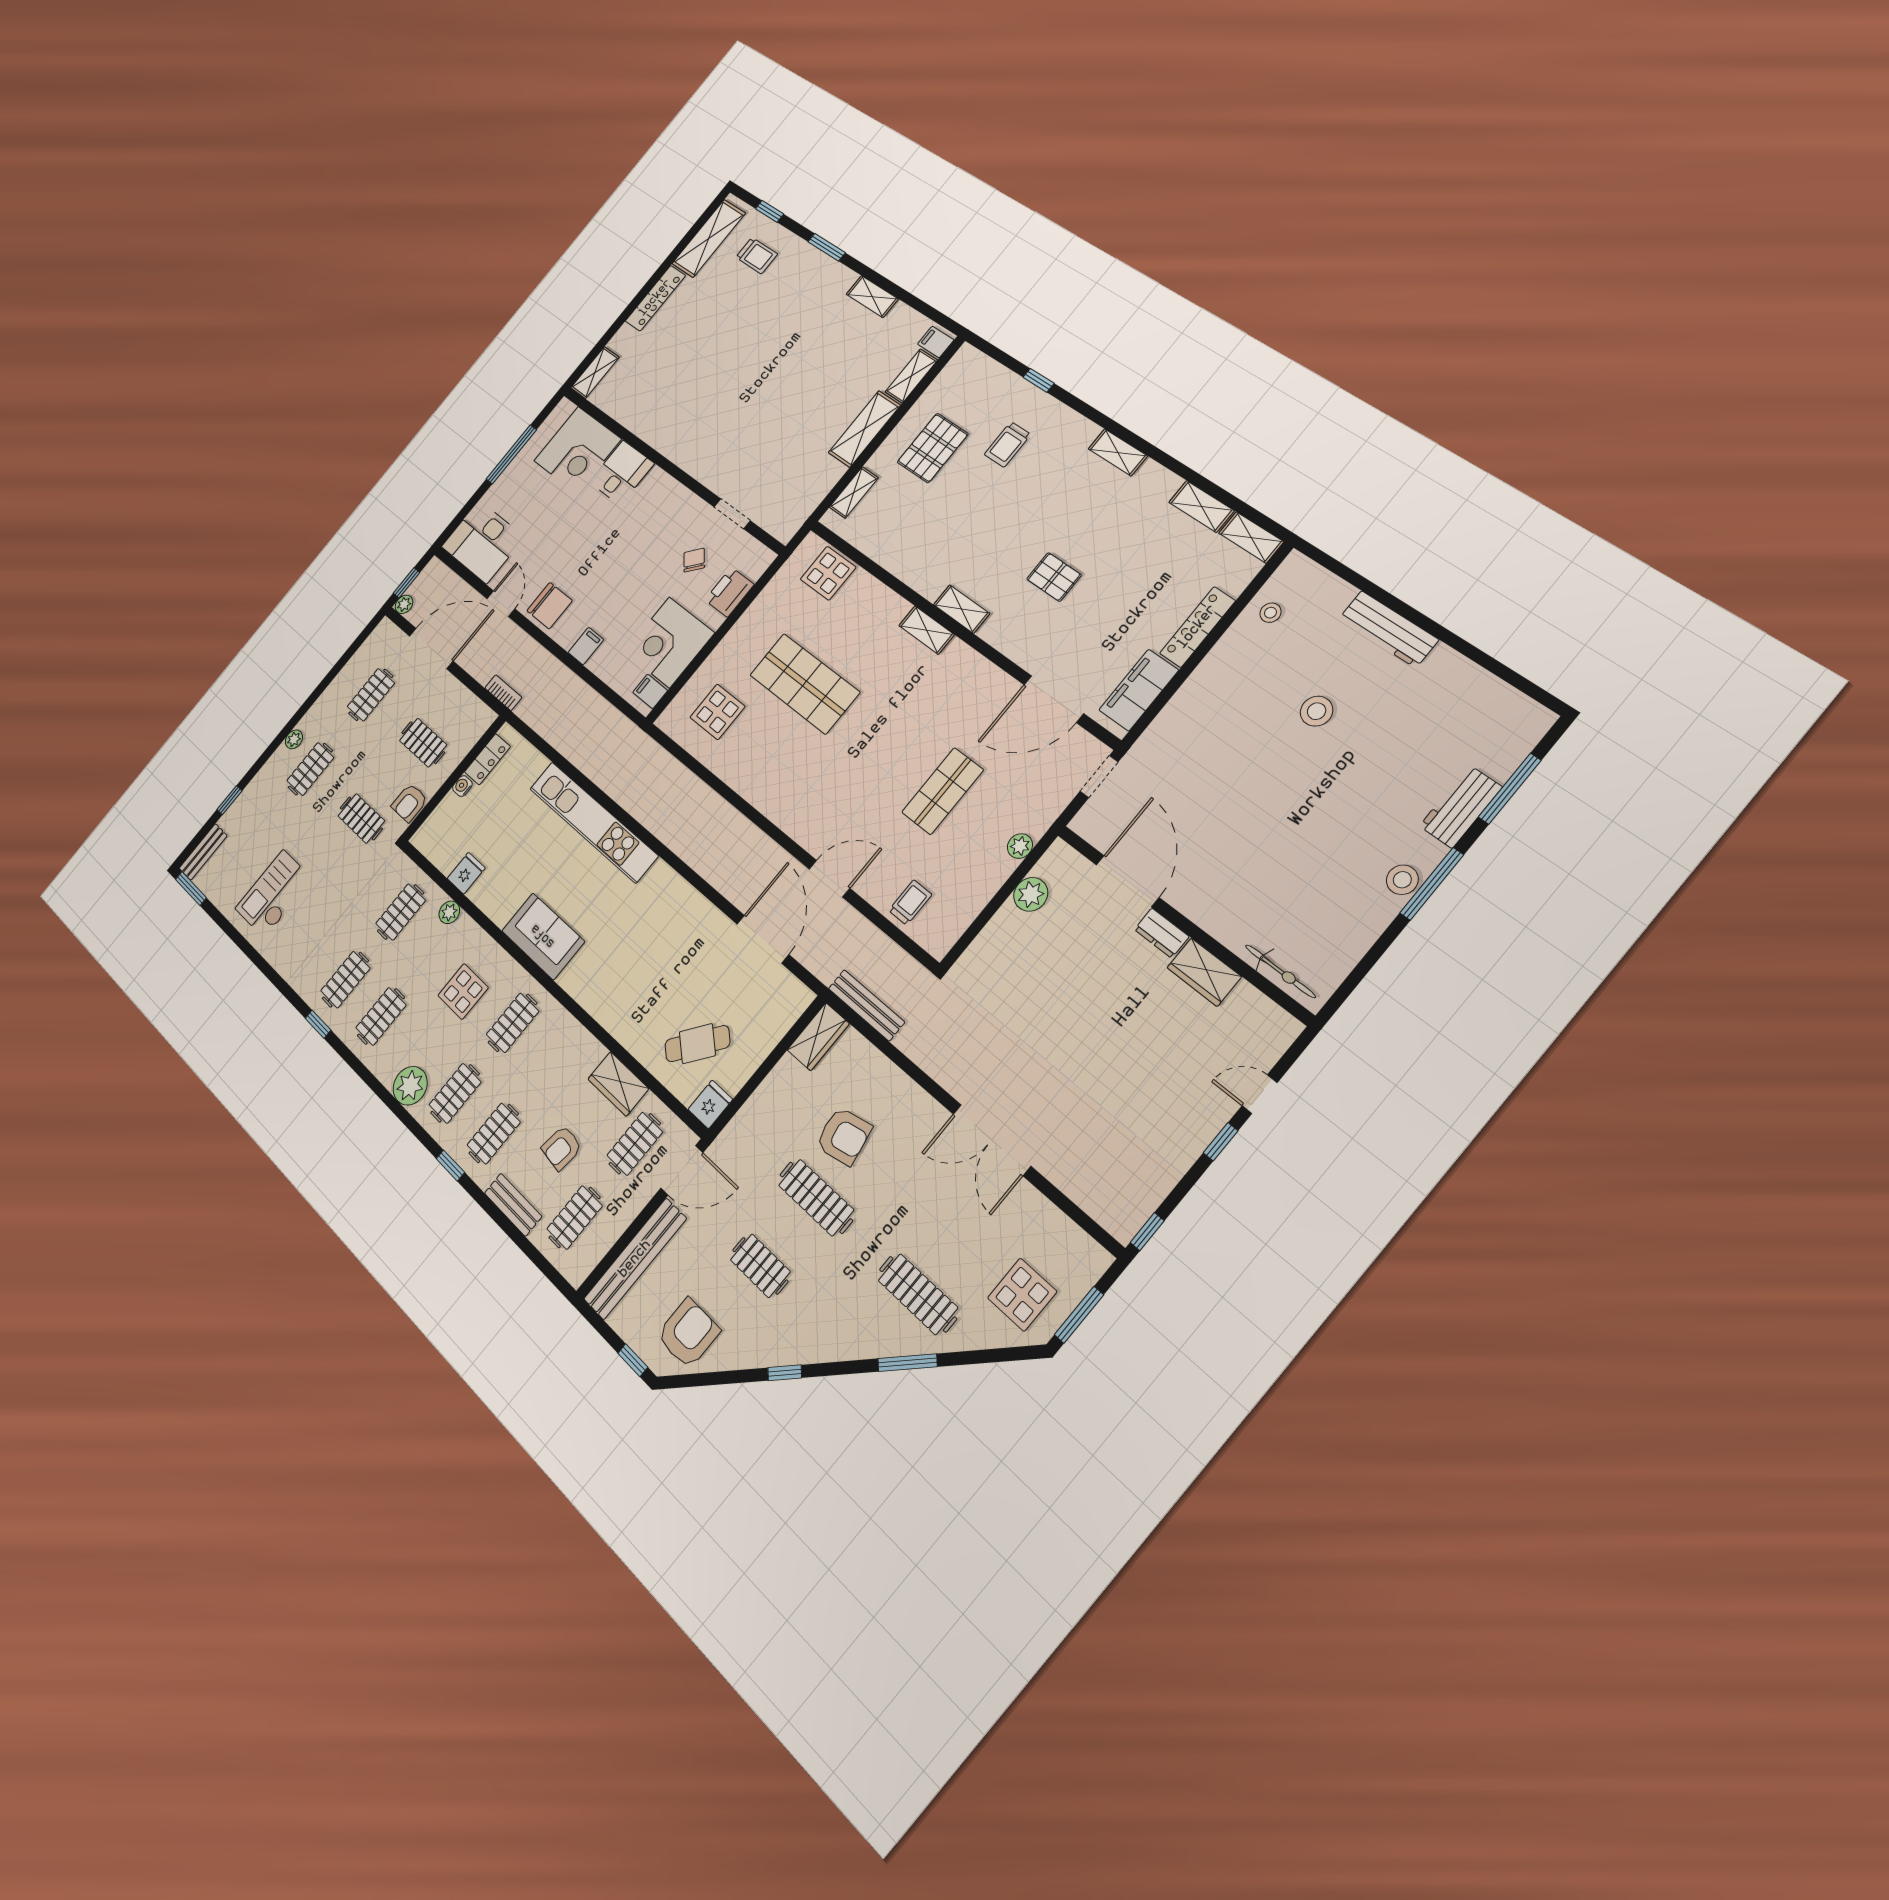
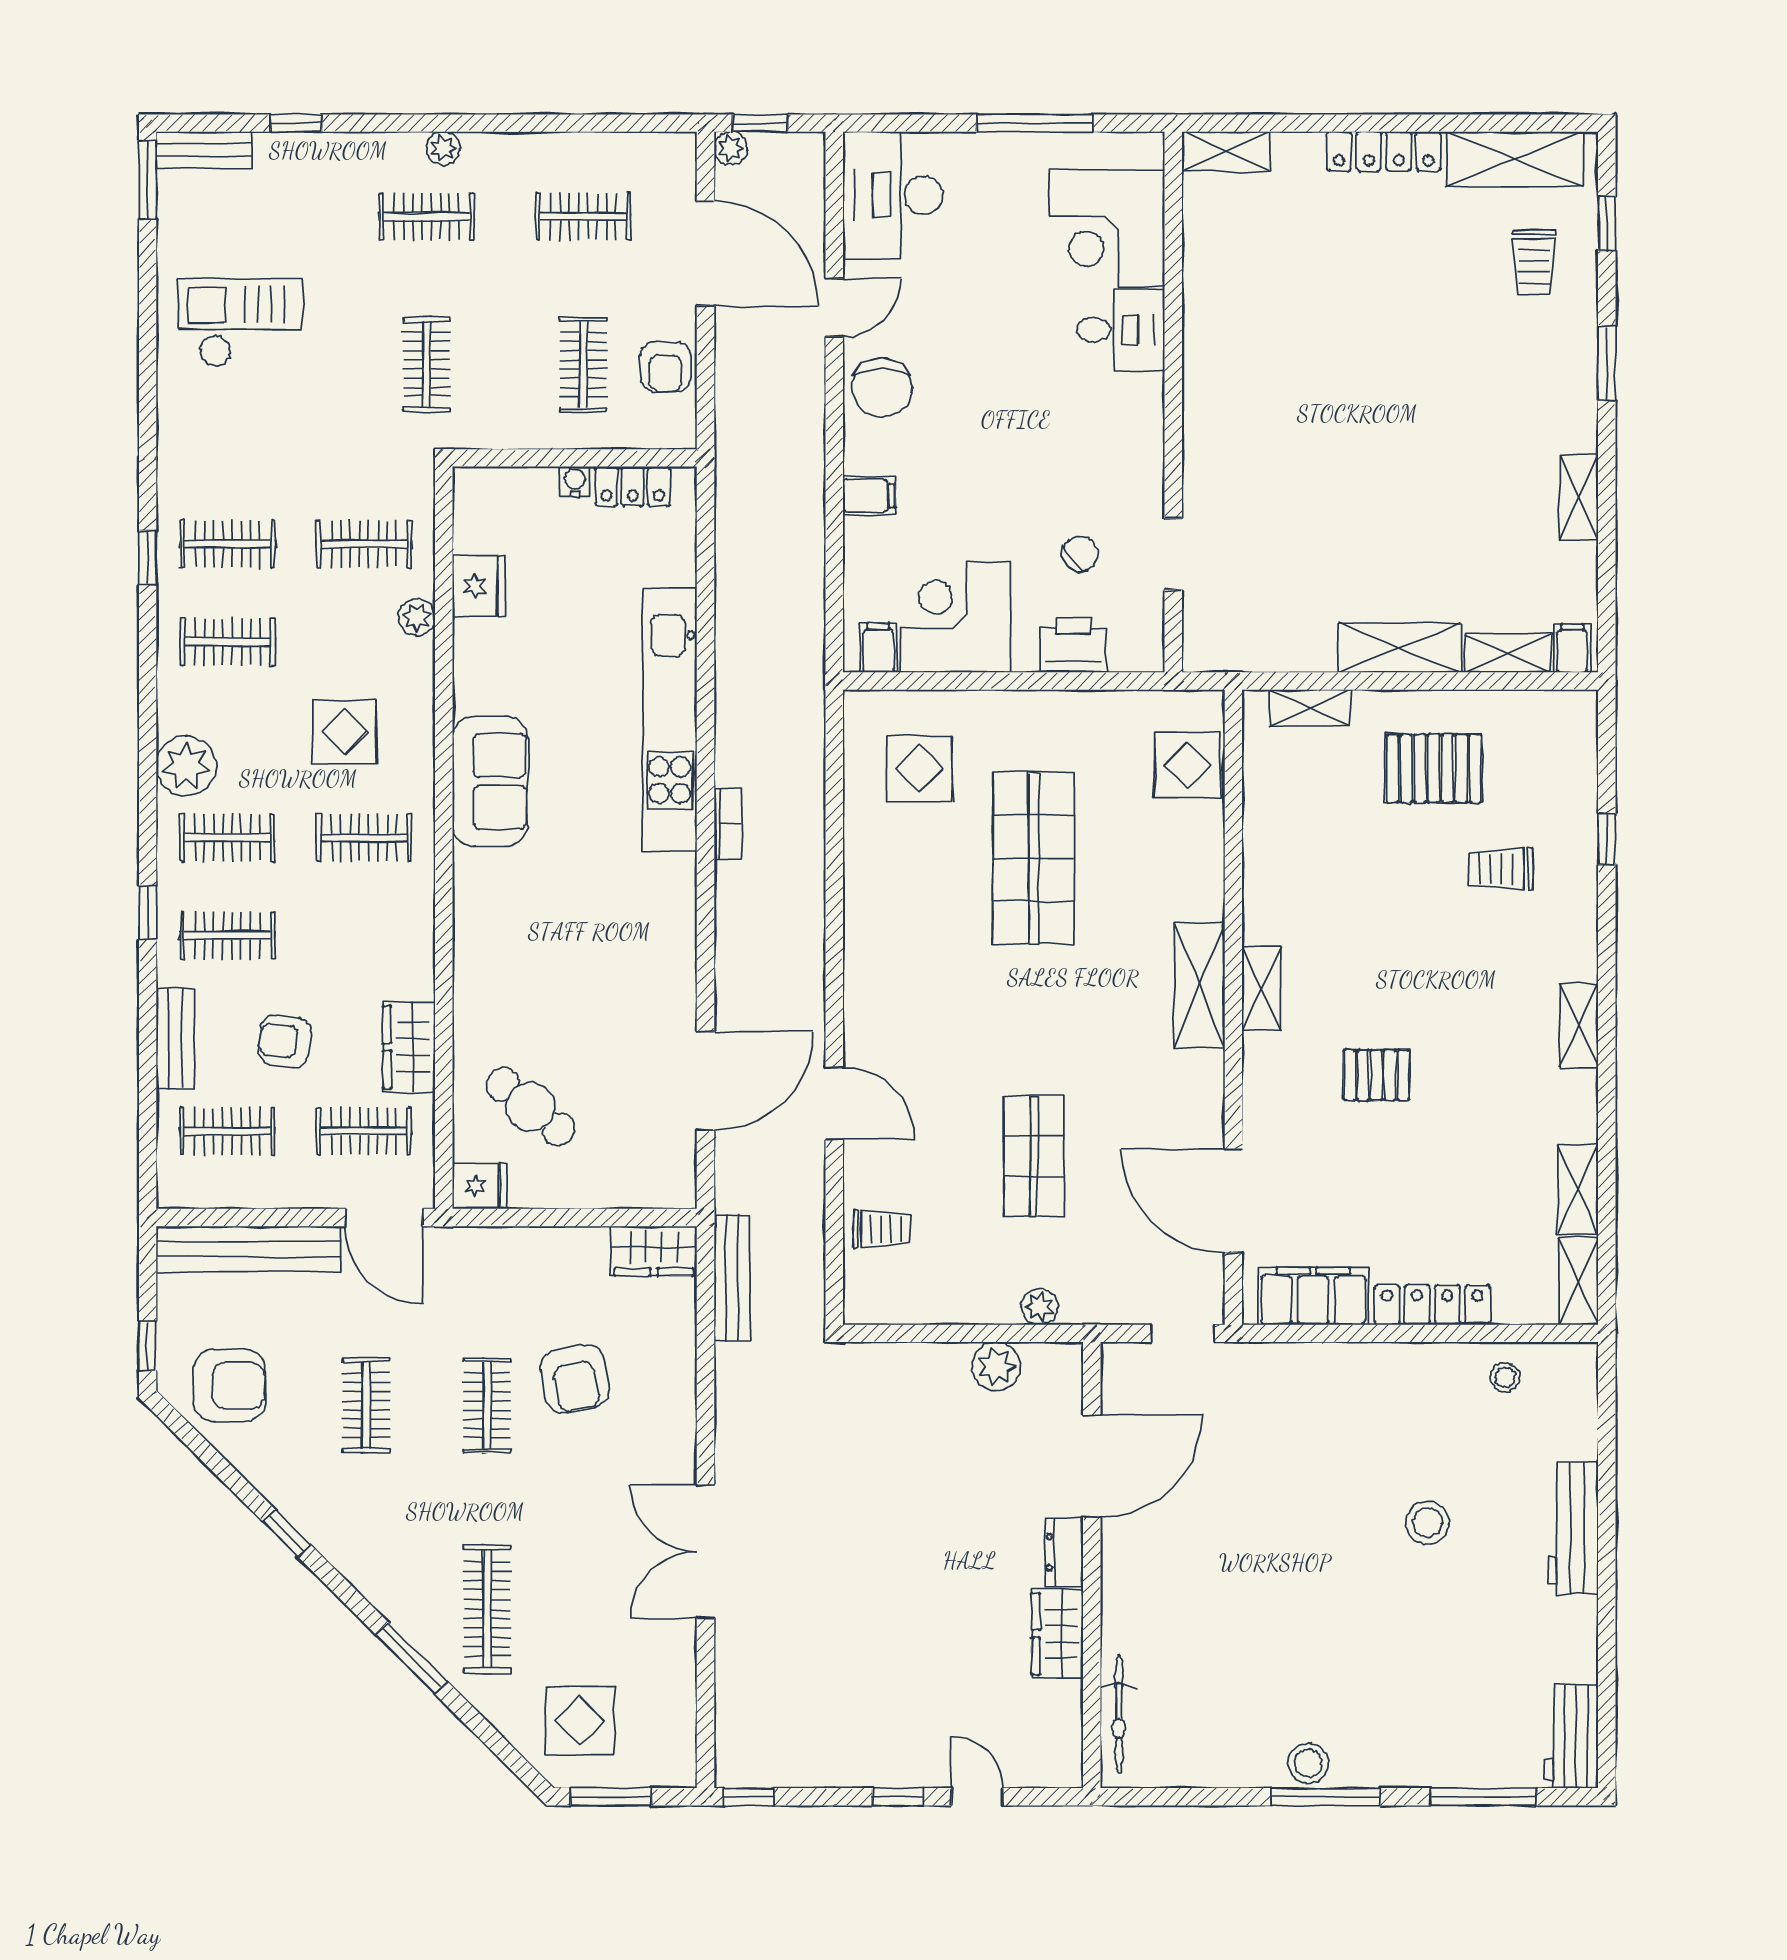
pallet: (1054, 577) -> (1376, 1075), turned 90
shelving: (927, 630) -> (1200, 986), width x1.50, depth x1.33
bookcase: (503, 693) -> (728, 824), moved
shop shelf: (943, 791) -> (1034, 1156), turned 90
armchair: (410, 803) -> (666, 367), moved, turned -90
workbench: (1461, 807) -> (1571, 1737), moved, turned -90
fridge: (466, 873) -> (479, 586), width x1.38
clothes rail: (816, 1198) -> (487, 1405), width x0.73

